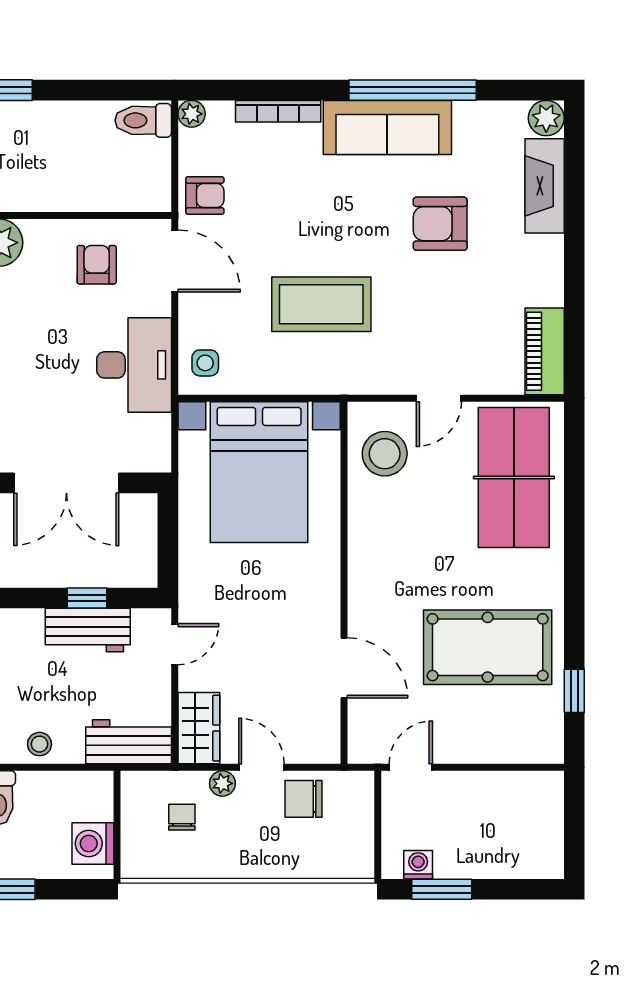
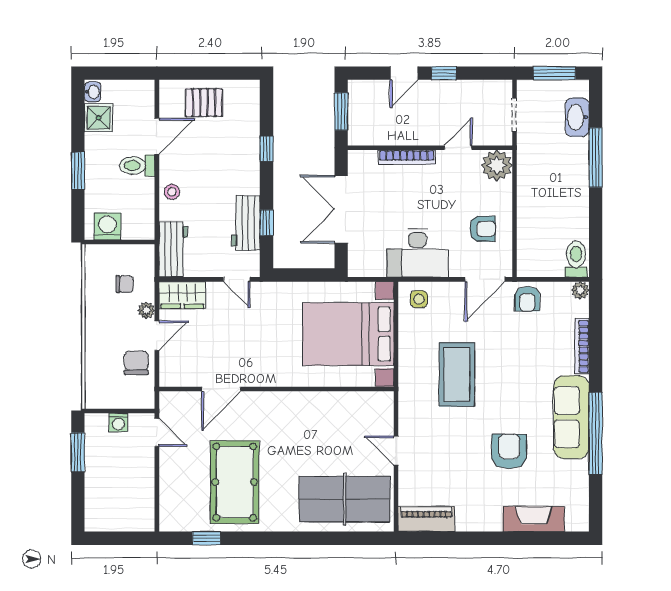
plant: (546, 118) -> (577, 520), removed
stool: (385, 454) -> (360, 415), removed
washing machine: (418, 865) -> (118, 422), moved, turned 90

